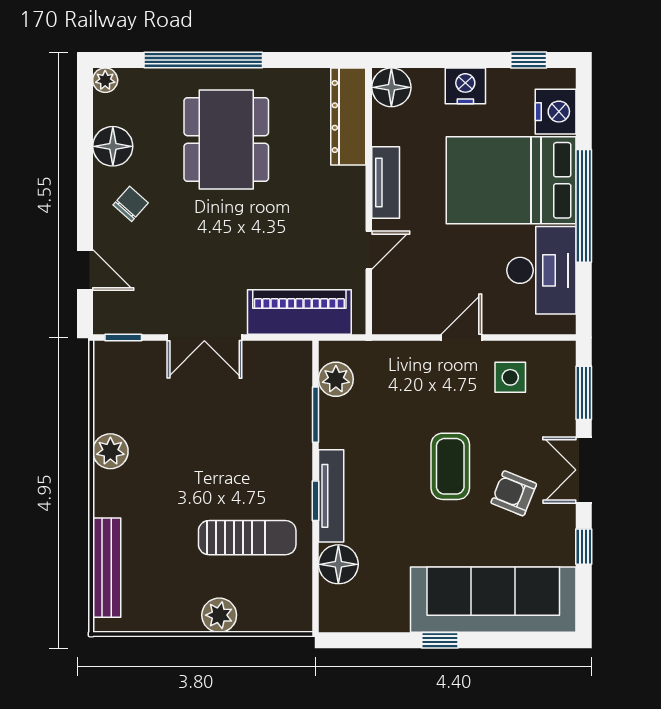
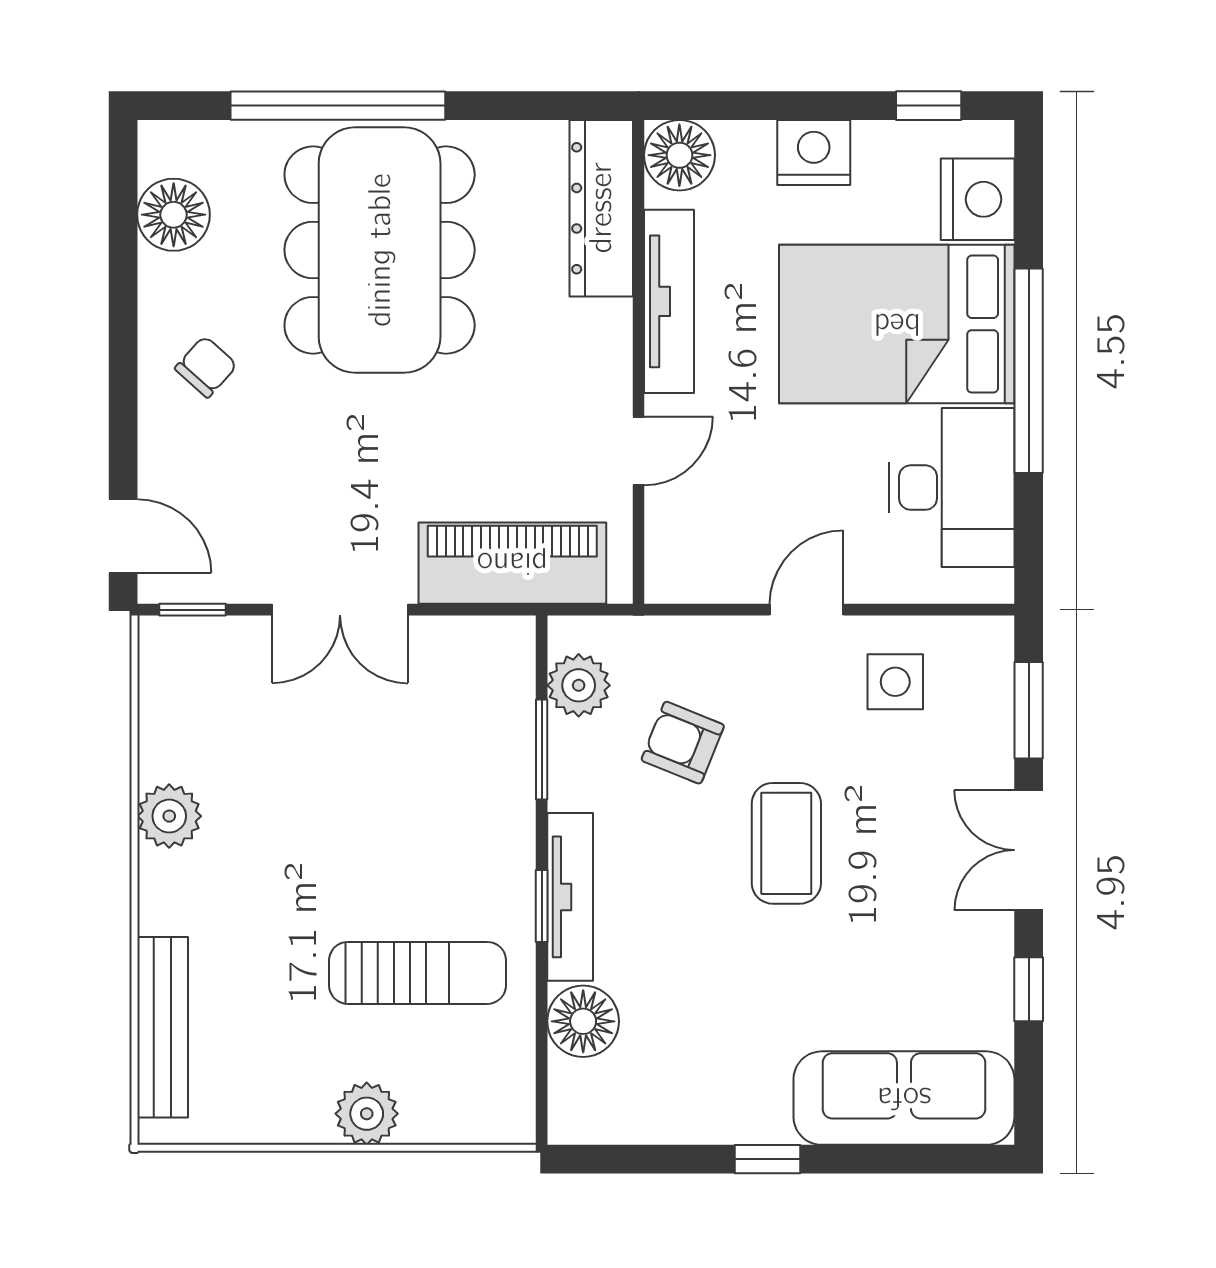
plant: (105, 80) -> (160, 142), removed
dining table: (226, 140) -> (380, 250), width x1.36, depth x1.24
floor lamp: (113, 146) -> (174, 215), moved
tv unit: (386, 182) -> (669, 301), width x1.41
door: (85, 270) -> (123, 536), moved
armchair: (514, 493) -> (683, 743), moved
sofa: (493, 600) -> (904, 1098), width x0.74, depth x0.79

